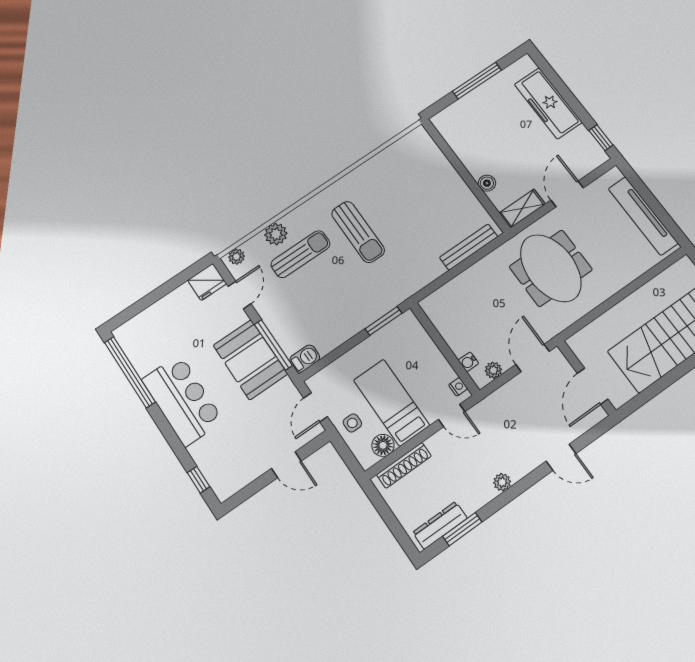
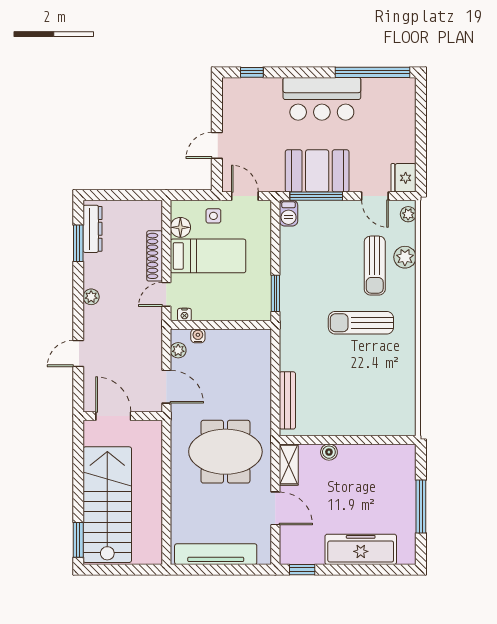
shoe rack: (404, 465) -> (155, 256), moved

